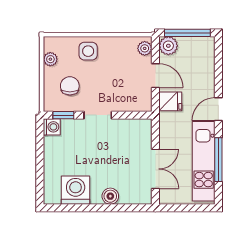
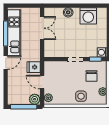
double door: (155, 169) -> (42, 28), swing flipped

